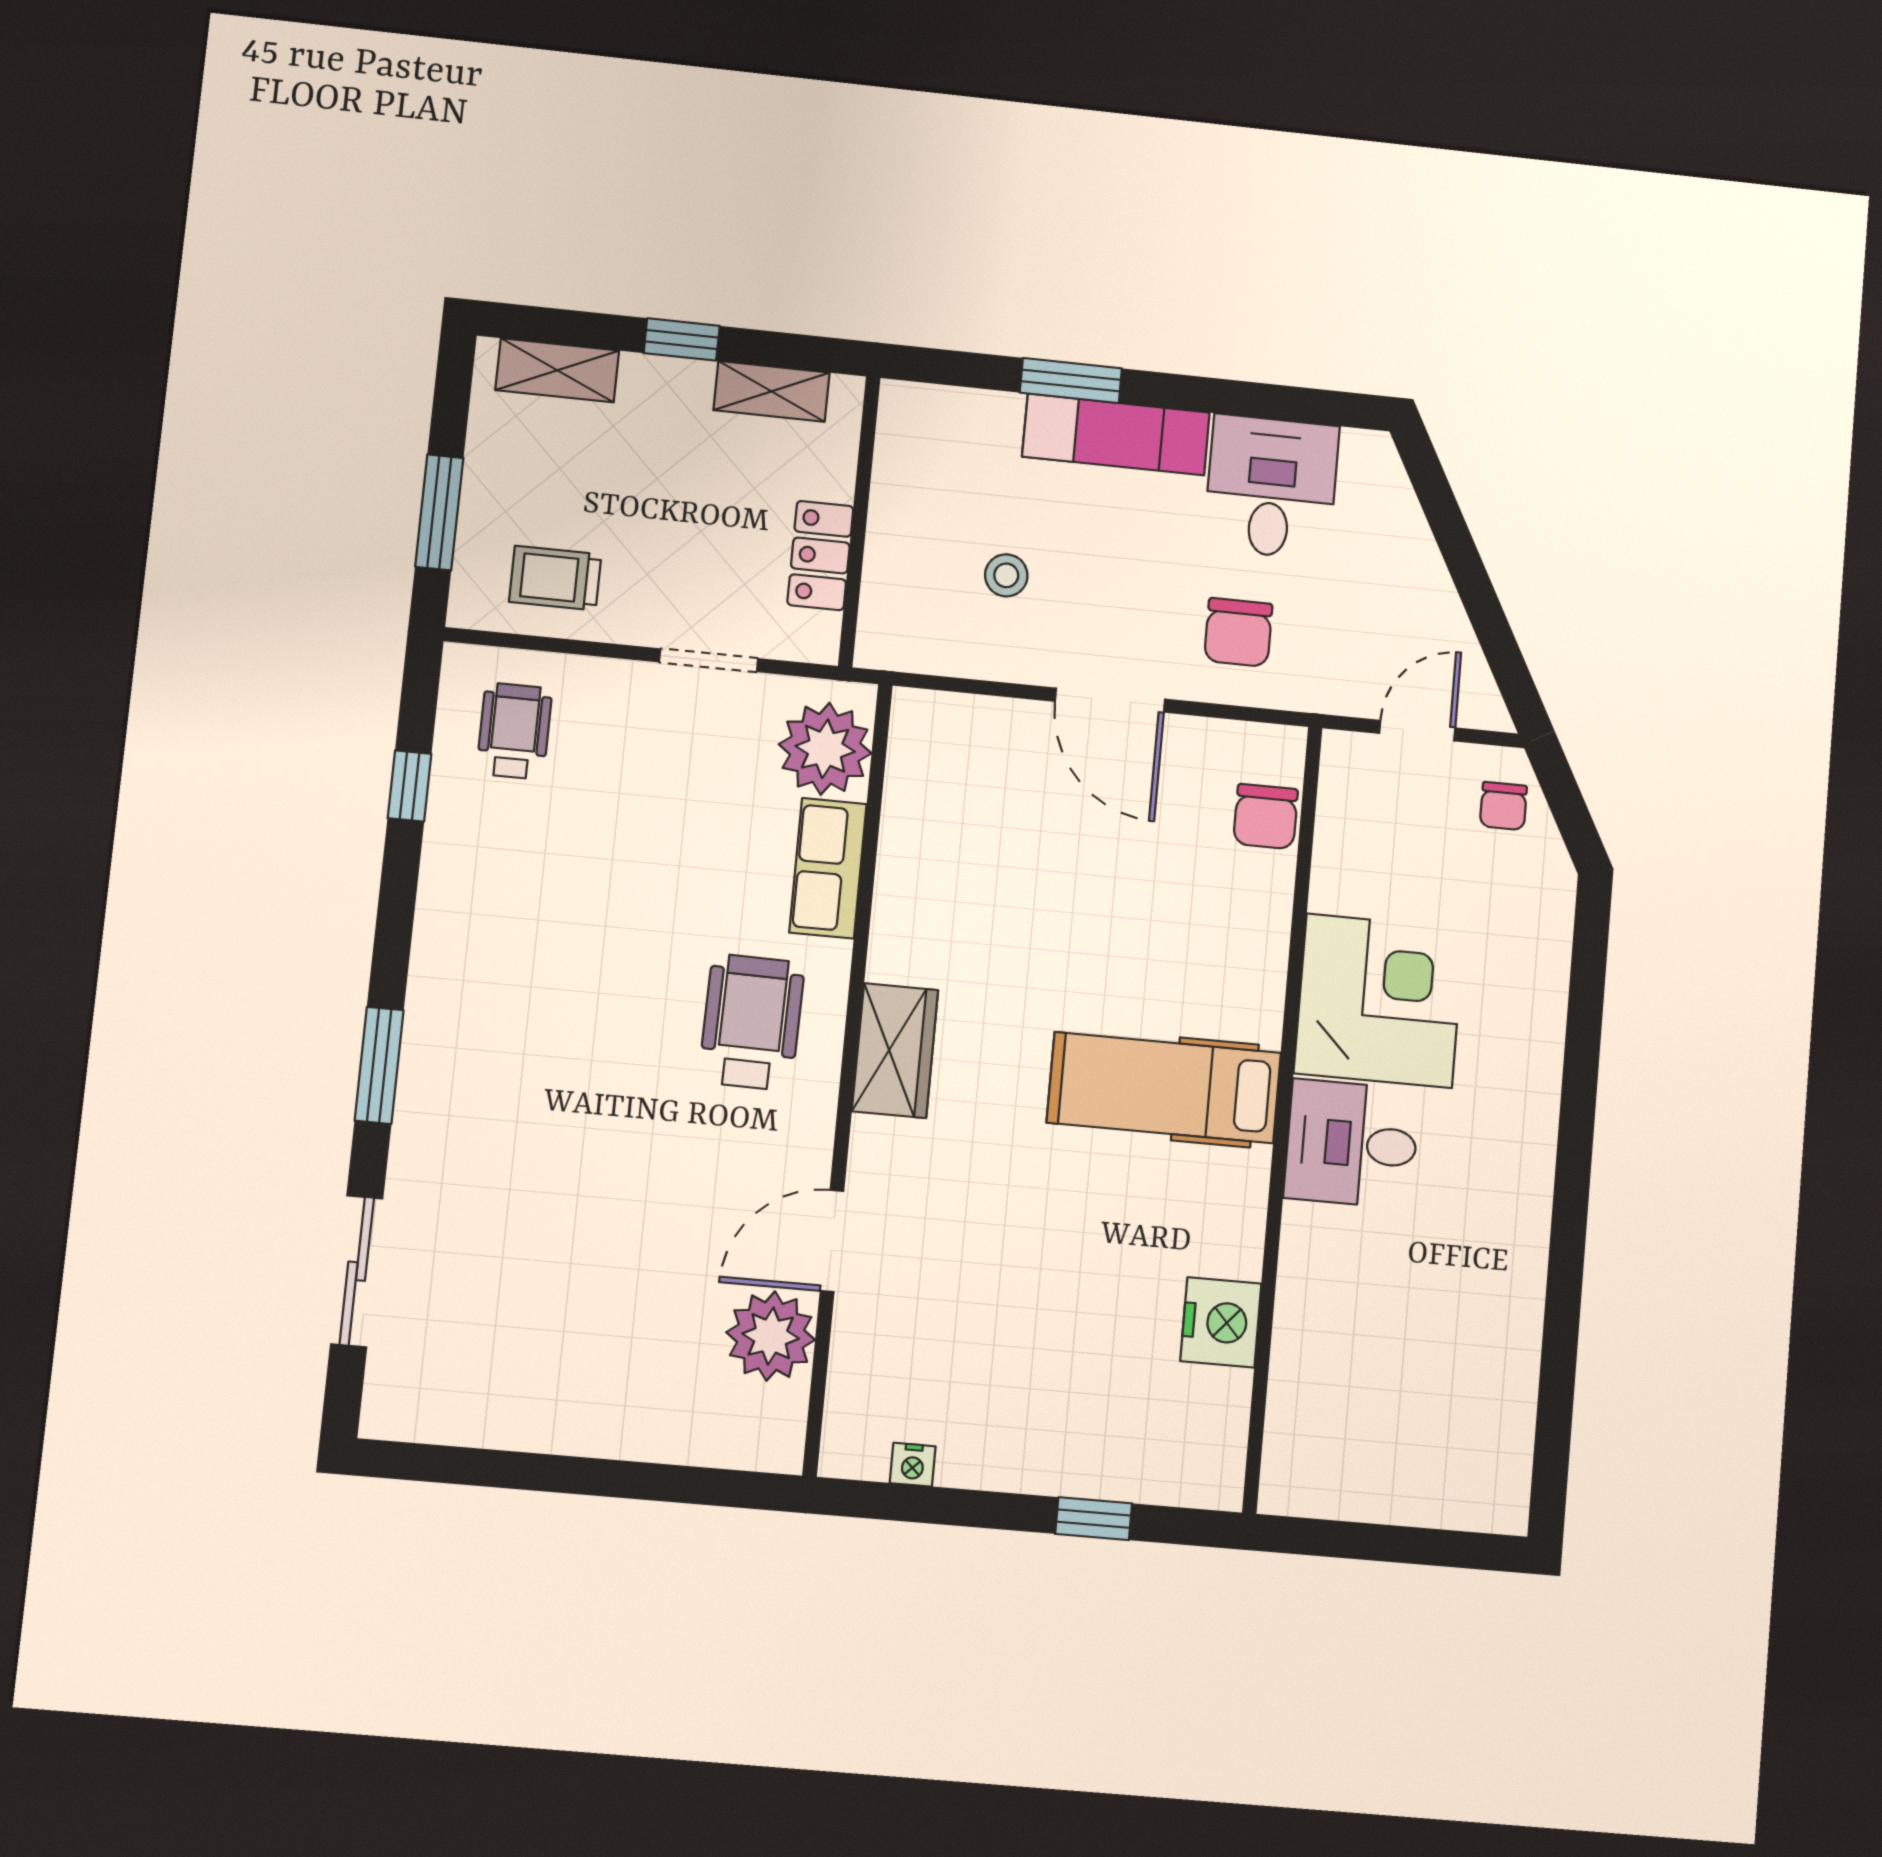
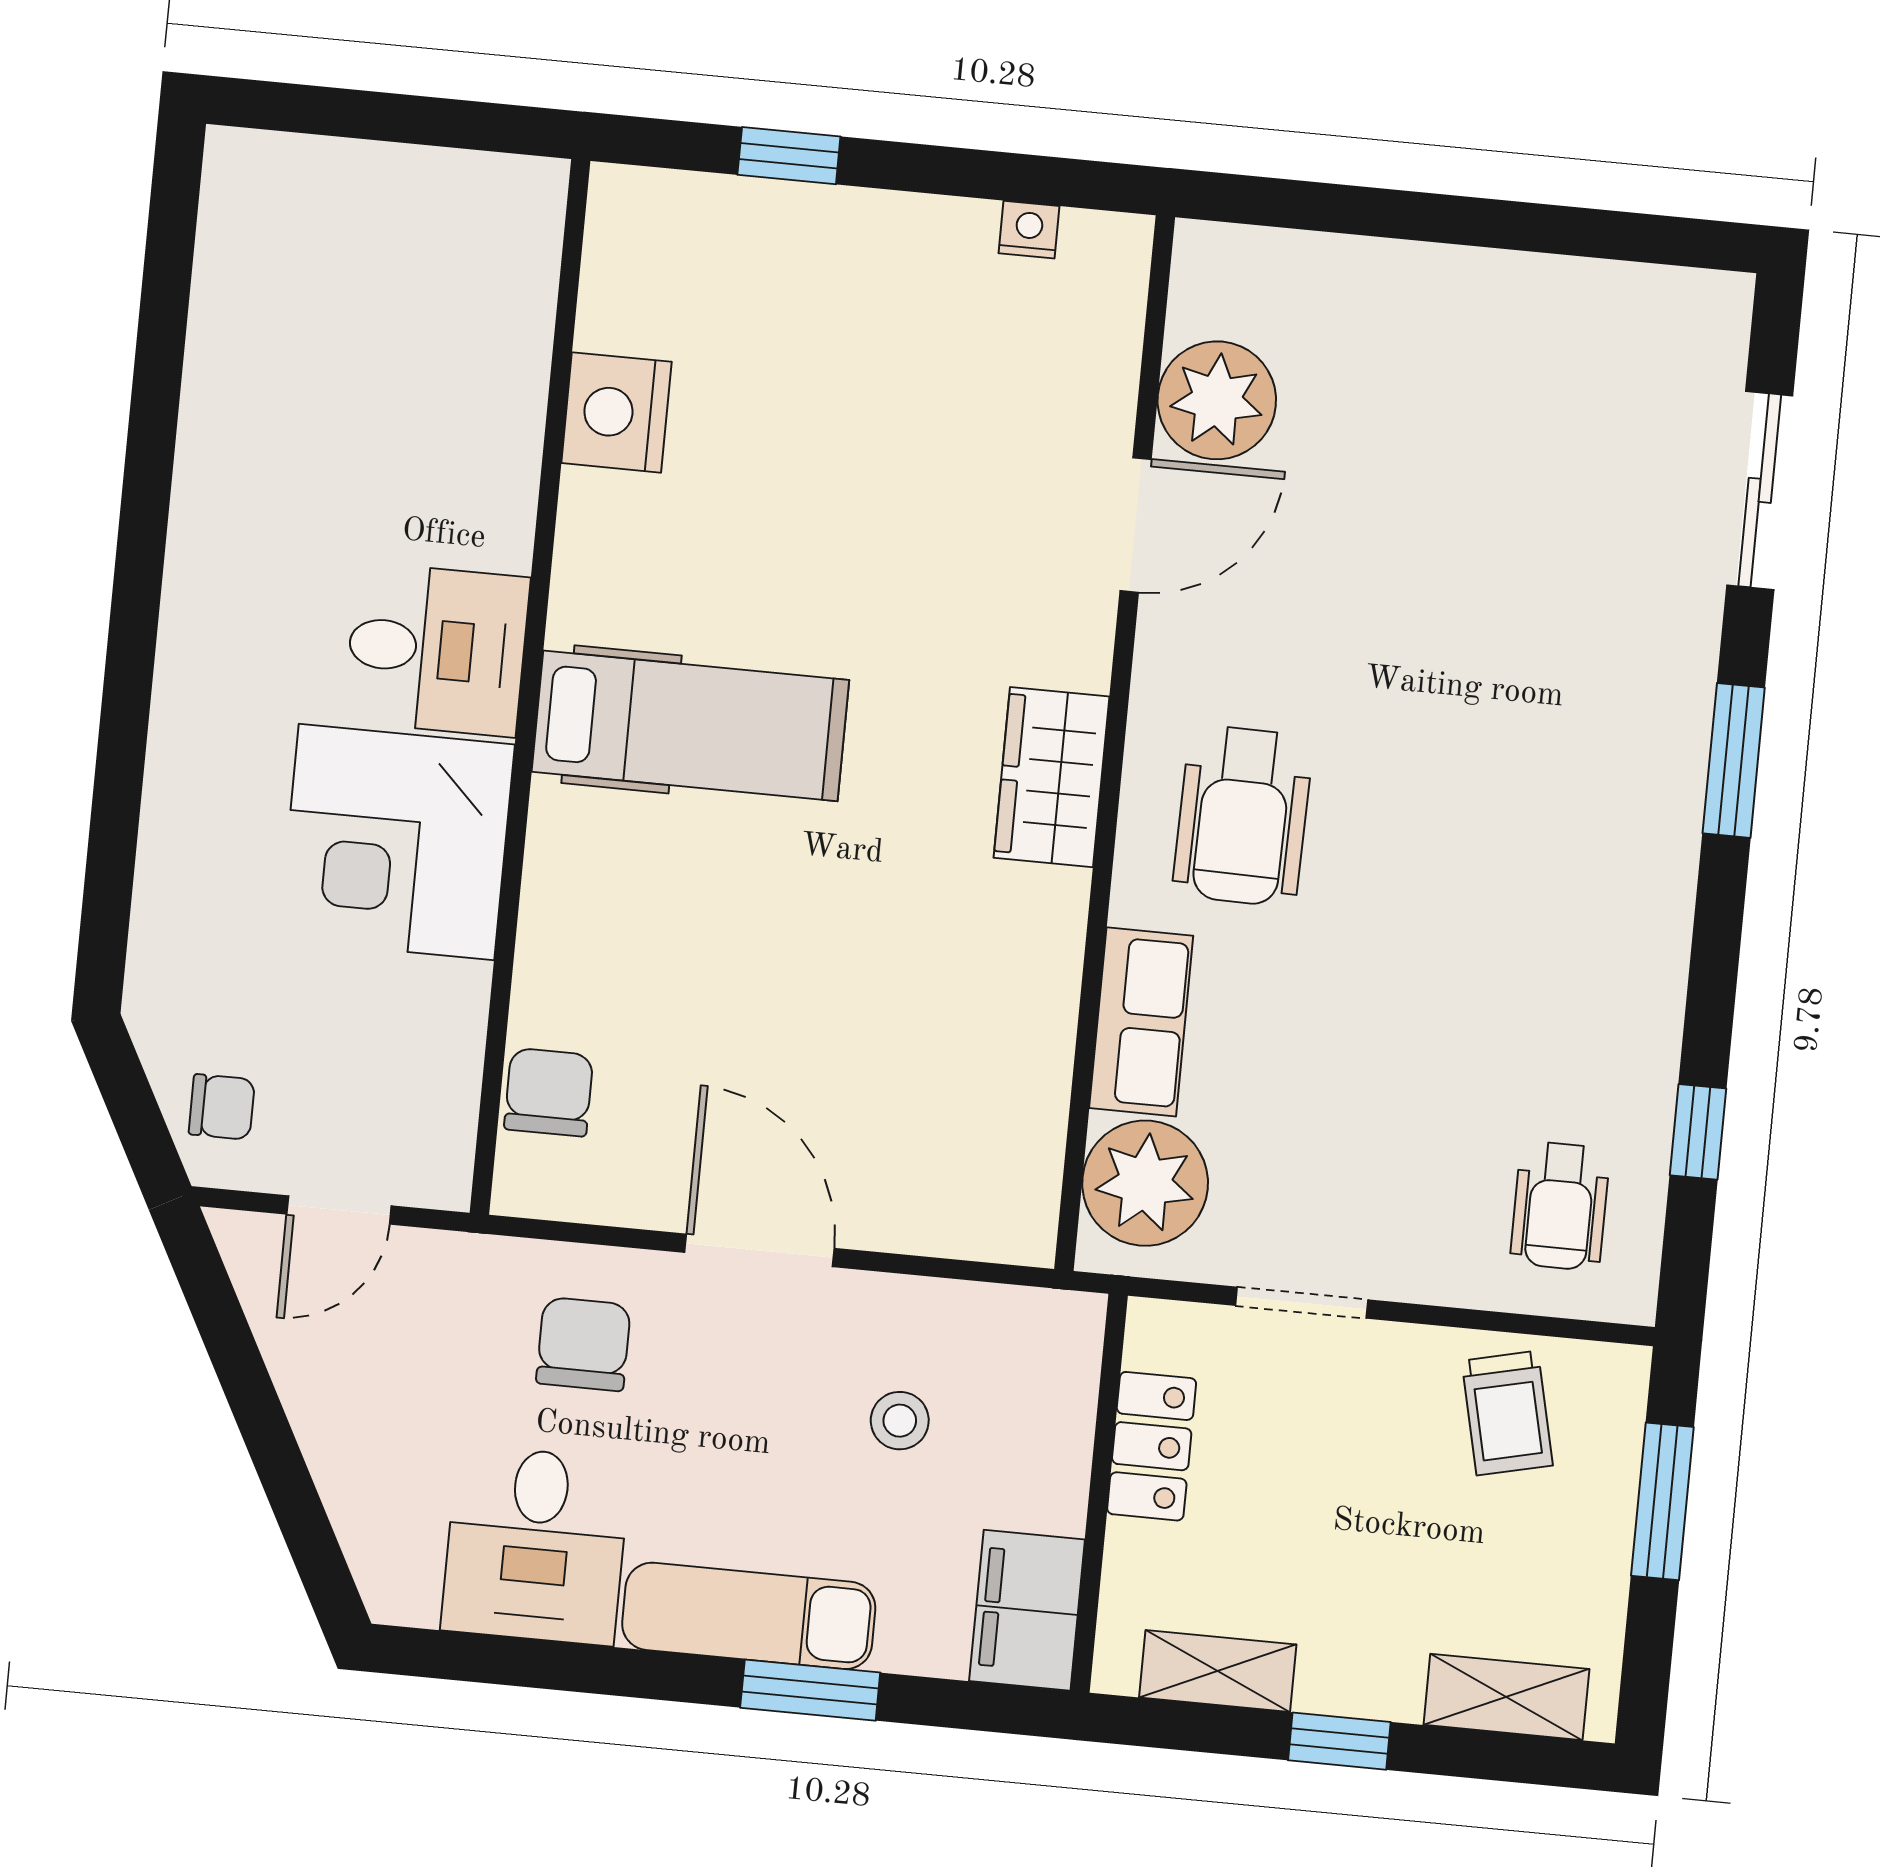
filing cabinet: (912, 437) -> (1027, 1610), added
trolley: (555, 578) -> (1507, 1413), turned 77
chair: (1503, 806) -> (222, 1107), turned 90

